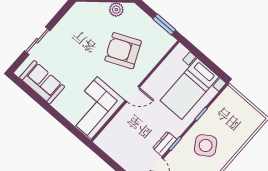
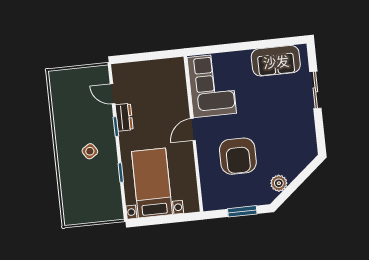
window: (164, 24) -> (242, 211), moved
armchair: (123, 51) -> (238, 156), turned 114
side table: (206, 145) -> (90, 151), width x0.54, depth x0.54

